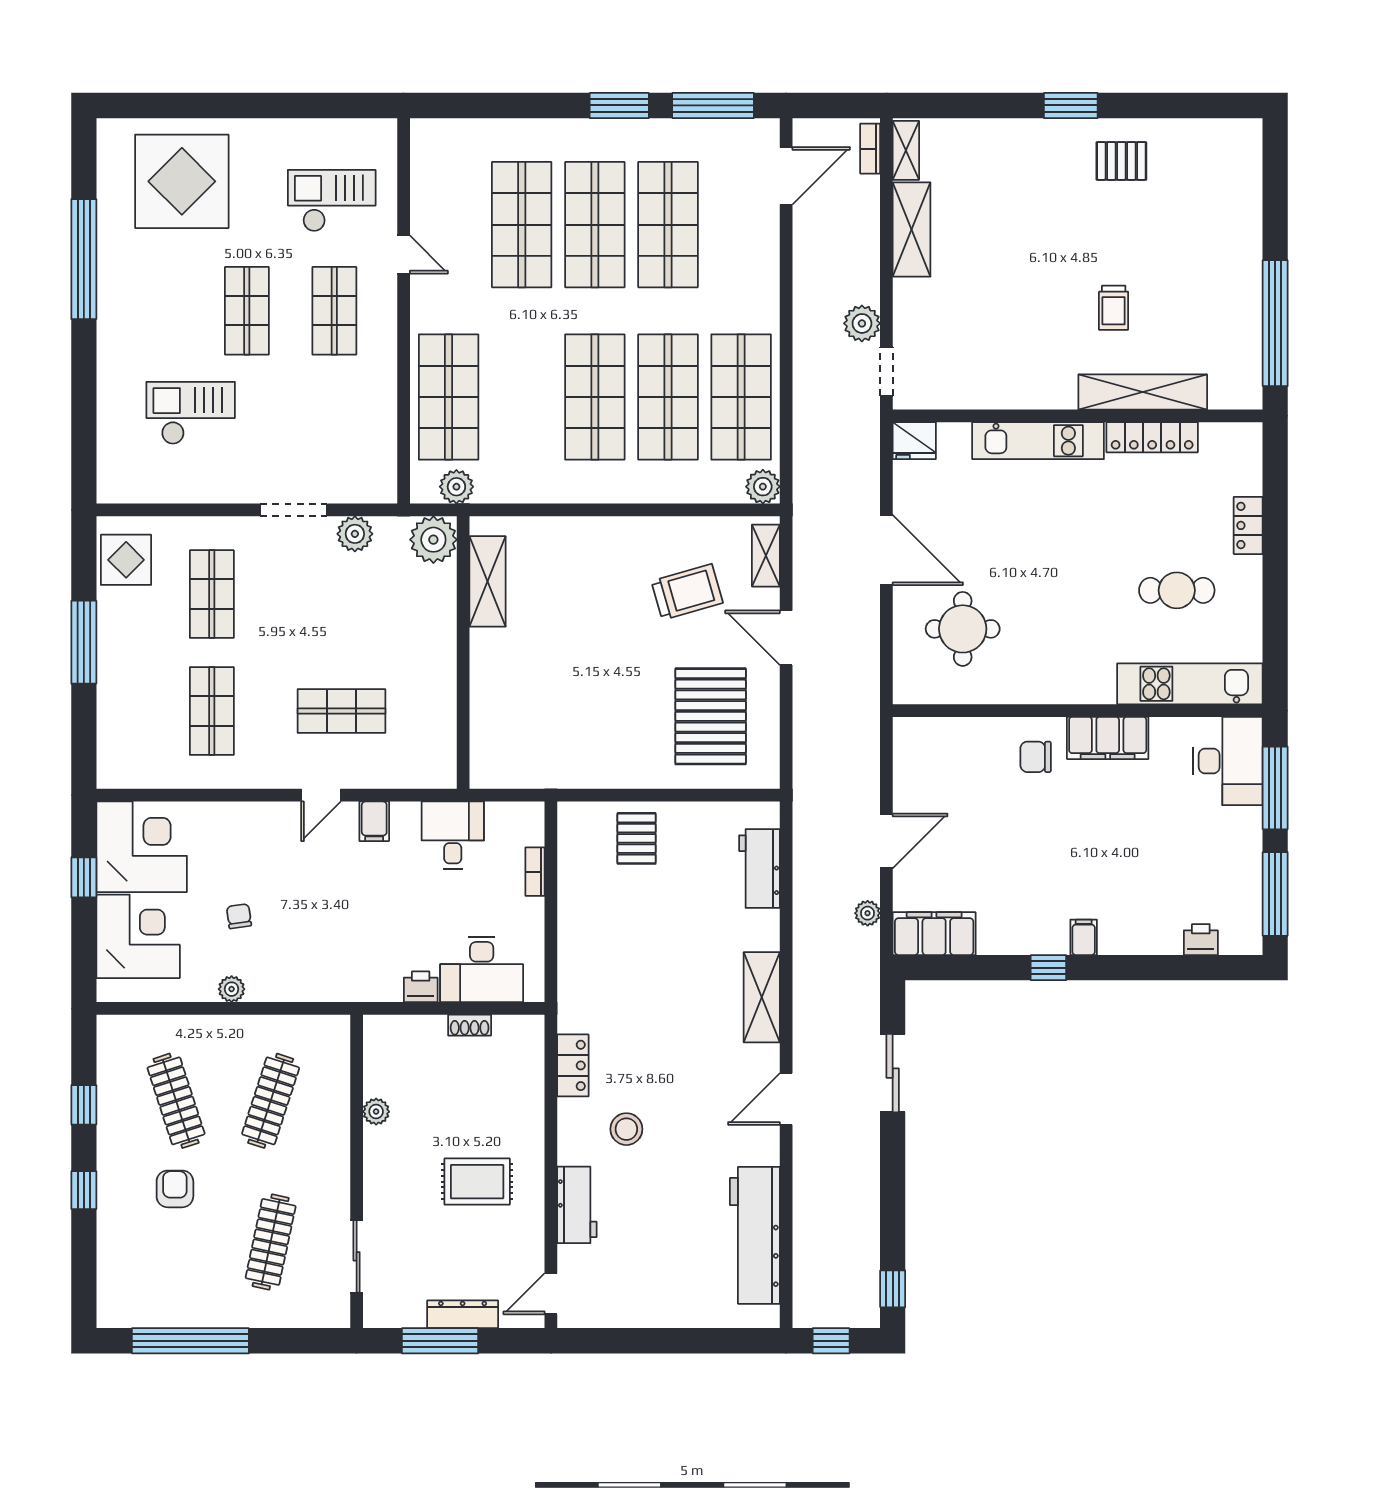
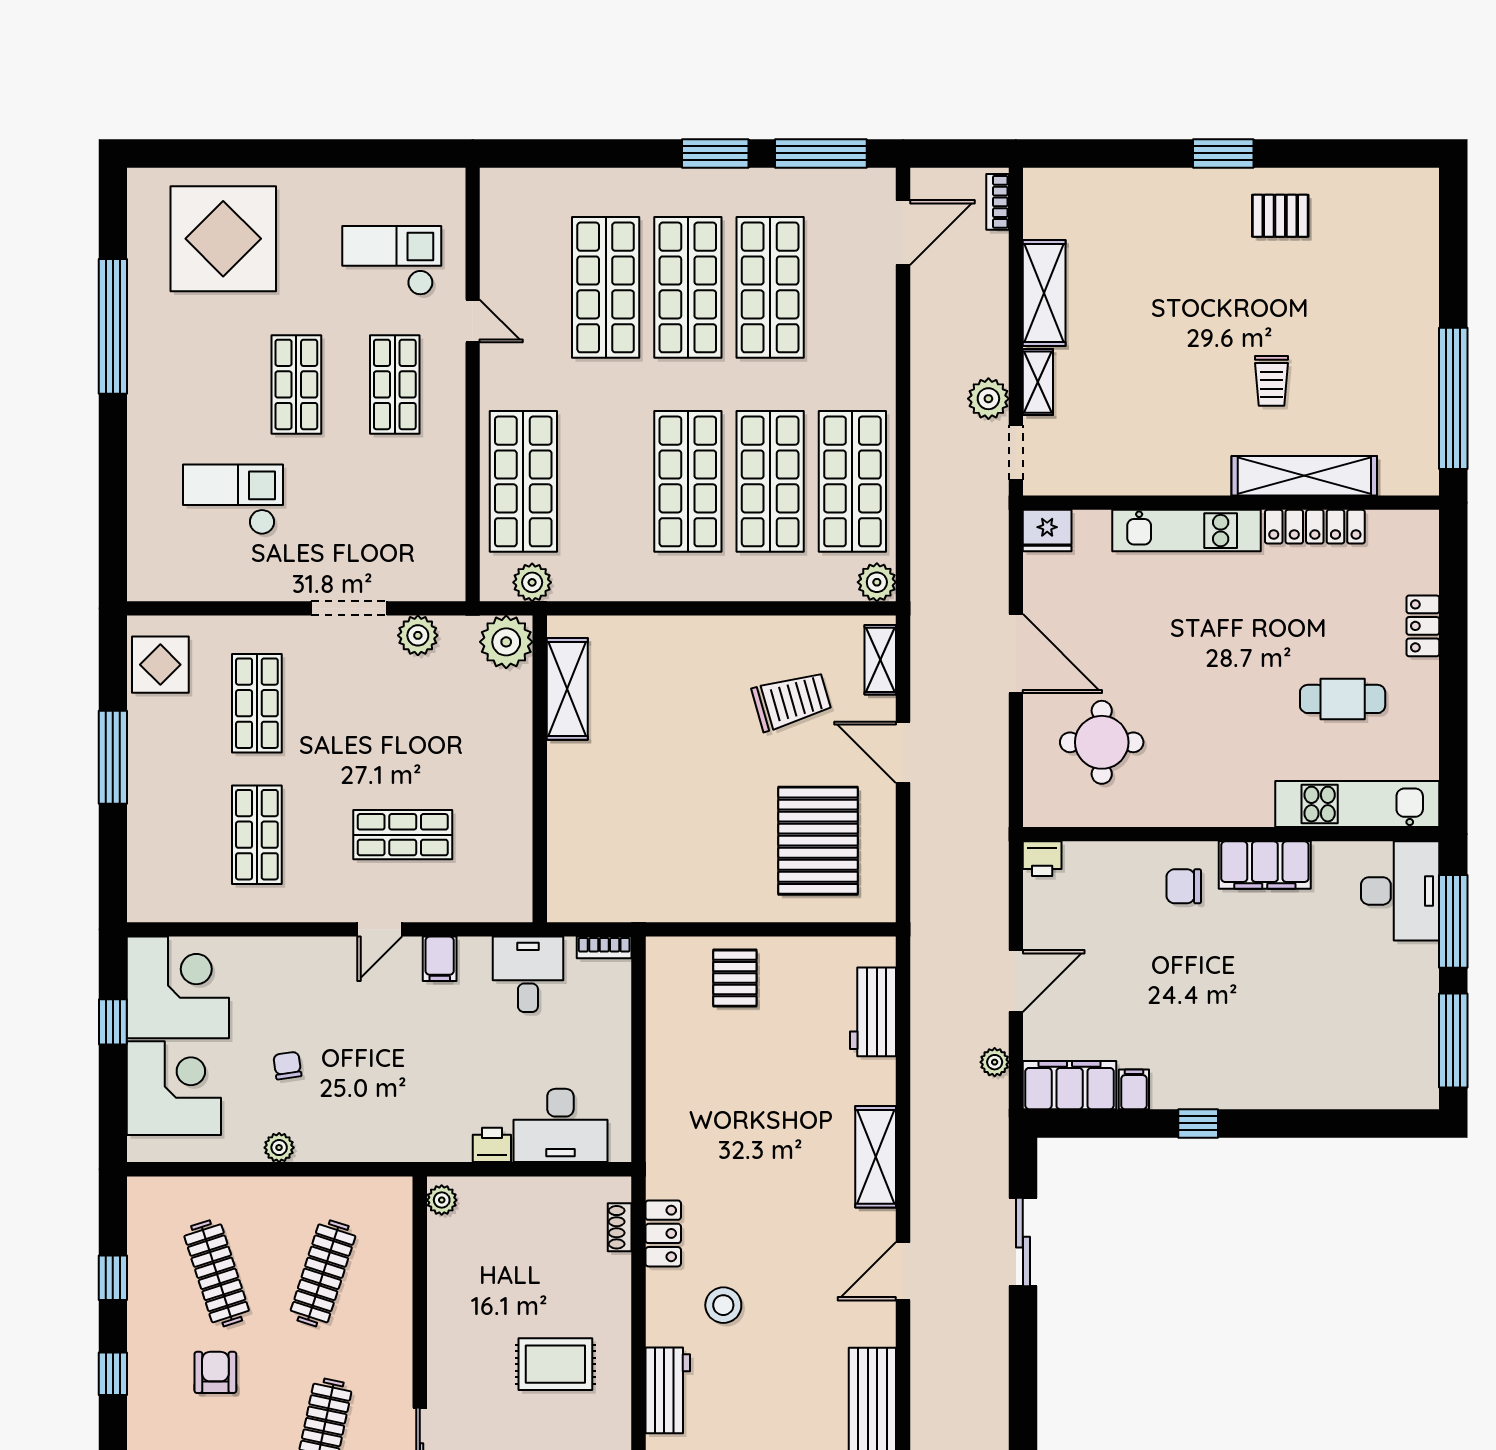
shelving: (906, 150) -> (1038, 382), moved
bookcase: (535, 872) -> (604, 947), moved, turned -90
filing cabinet: (1084, 937) -> (1134, 1089), moved
printer: (1201, 940) -> (1042, 859), moved, turned 180
shoe rack: (470, 1025) -> (620, 1227), moved, turned 90
plant: (376, 1112) -> (442, 1200), moved

